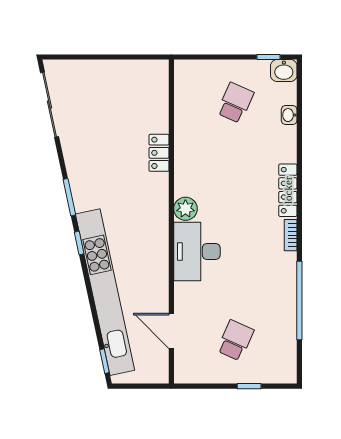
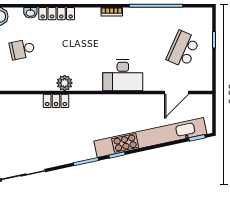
school desk: (235, 103) -> (22, 49), turned -36
locker: (288, 190) -> (57, 14), moved
plant: (185, 209) -> (65, 83), moved
school desk: (235, 340) -> (183, 49), width x1.85

